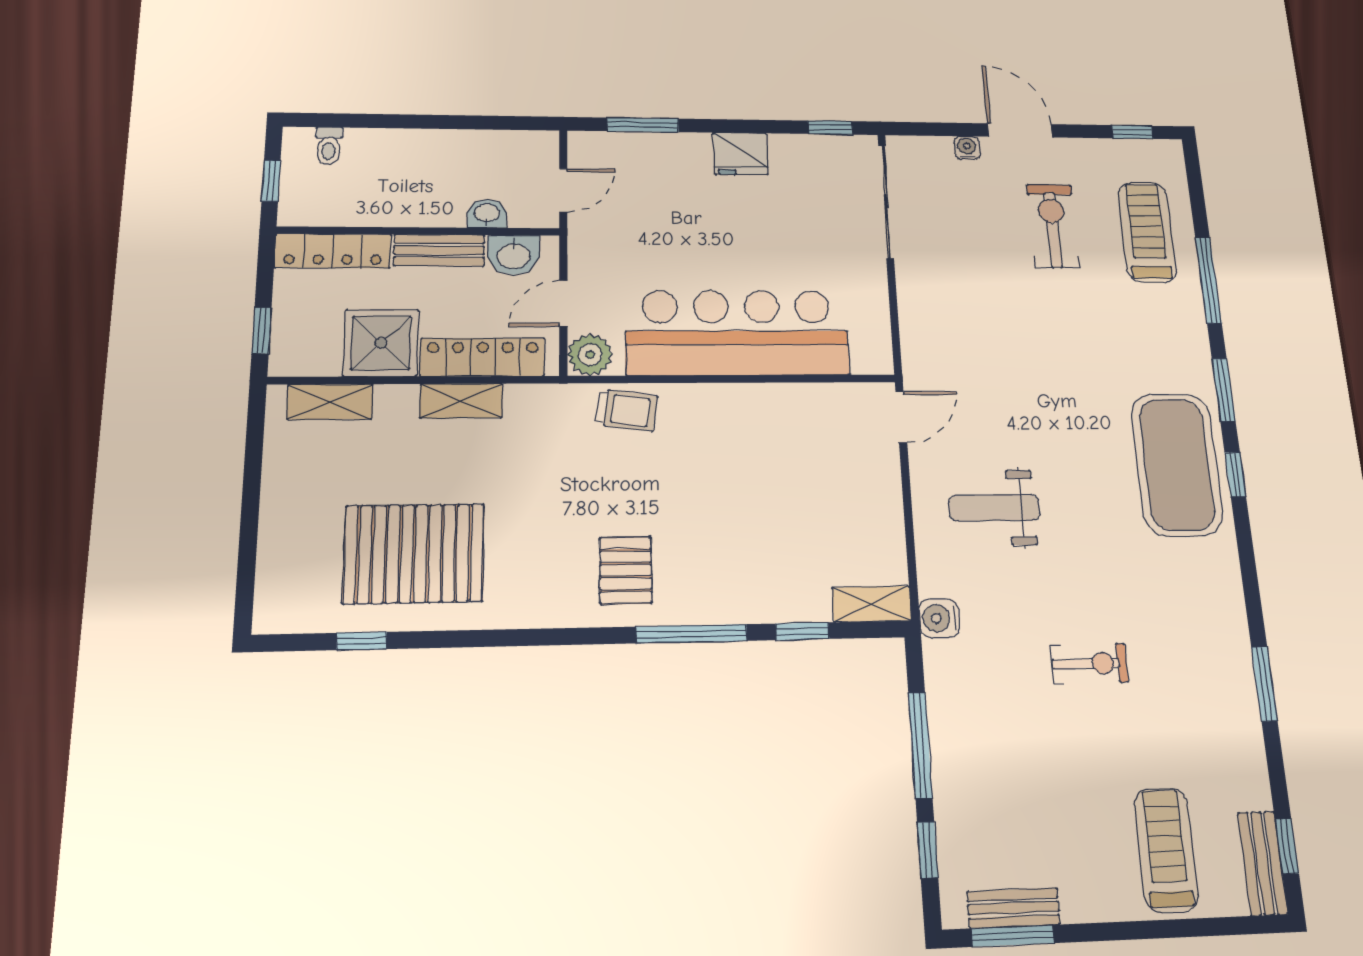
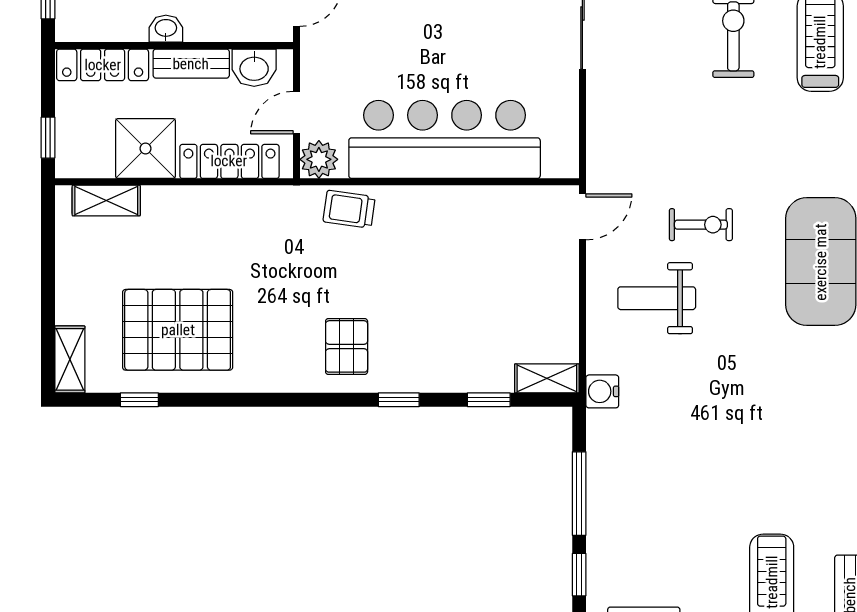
washbasin: (487, 214) -> (166, 29), moved
shelving: (461, 401) -> (70, 359), moved, turned 90
trolley: (627, 410) -> (349, 209), turned 180
window: (692, 634) -> (399, 400), width x0.46
exercise bike: (1089, 664) -> (701, 225), moved

